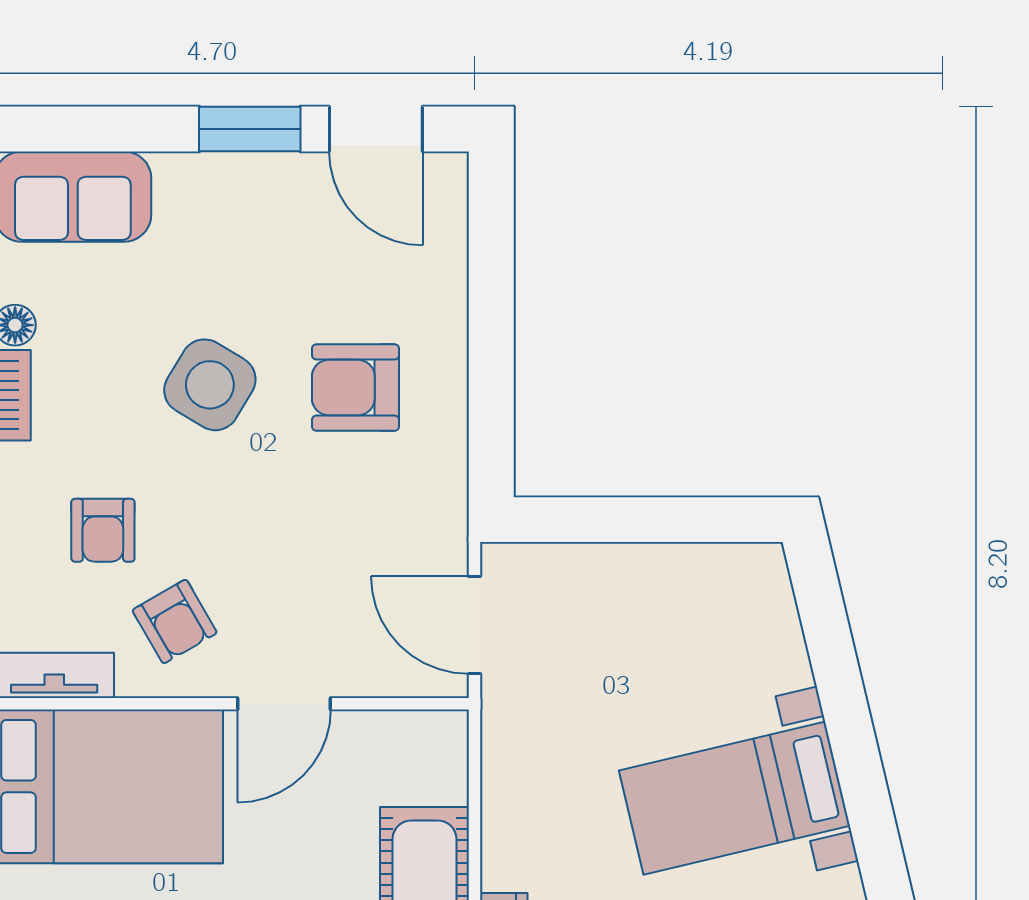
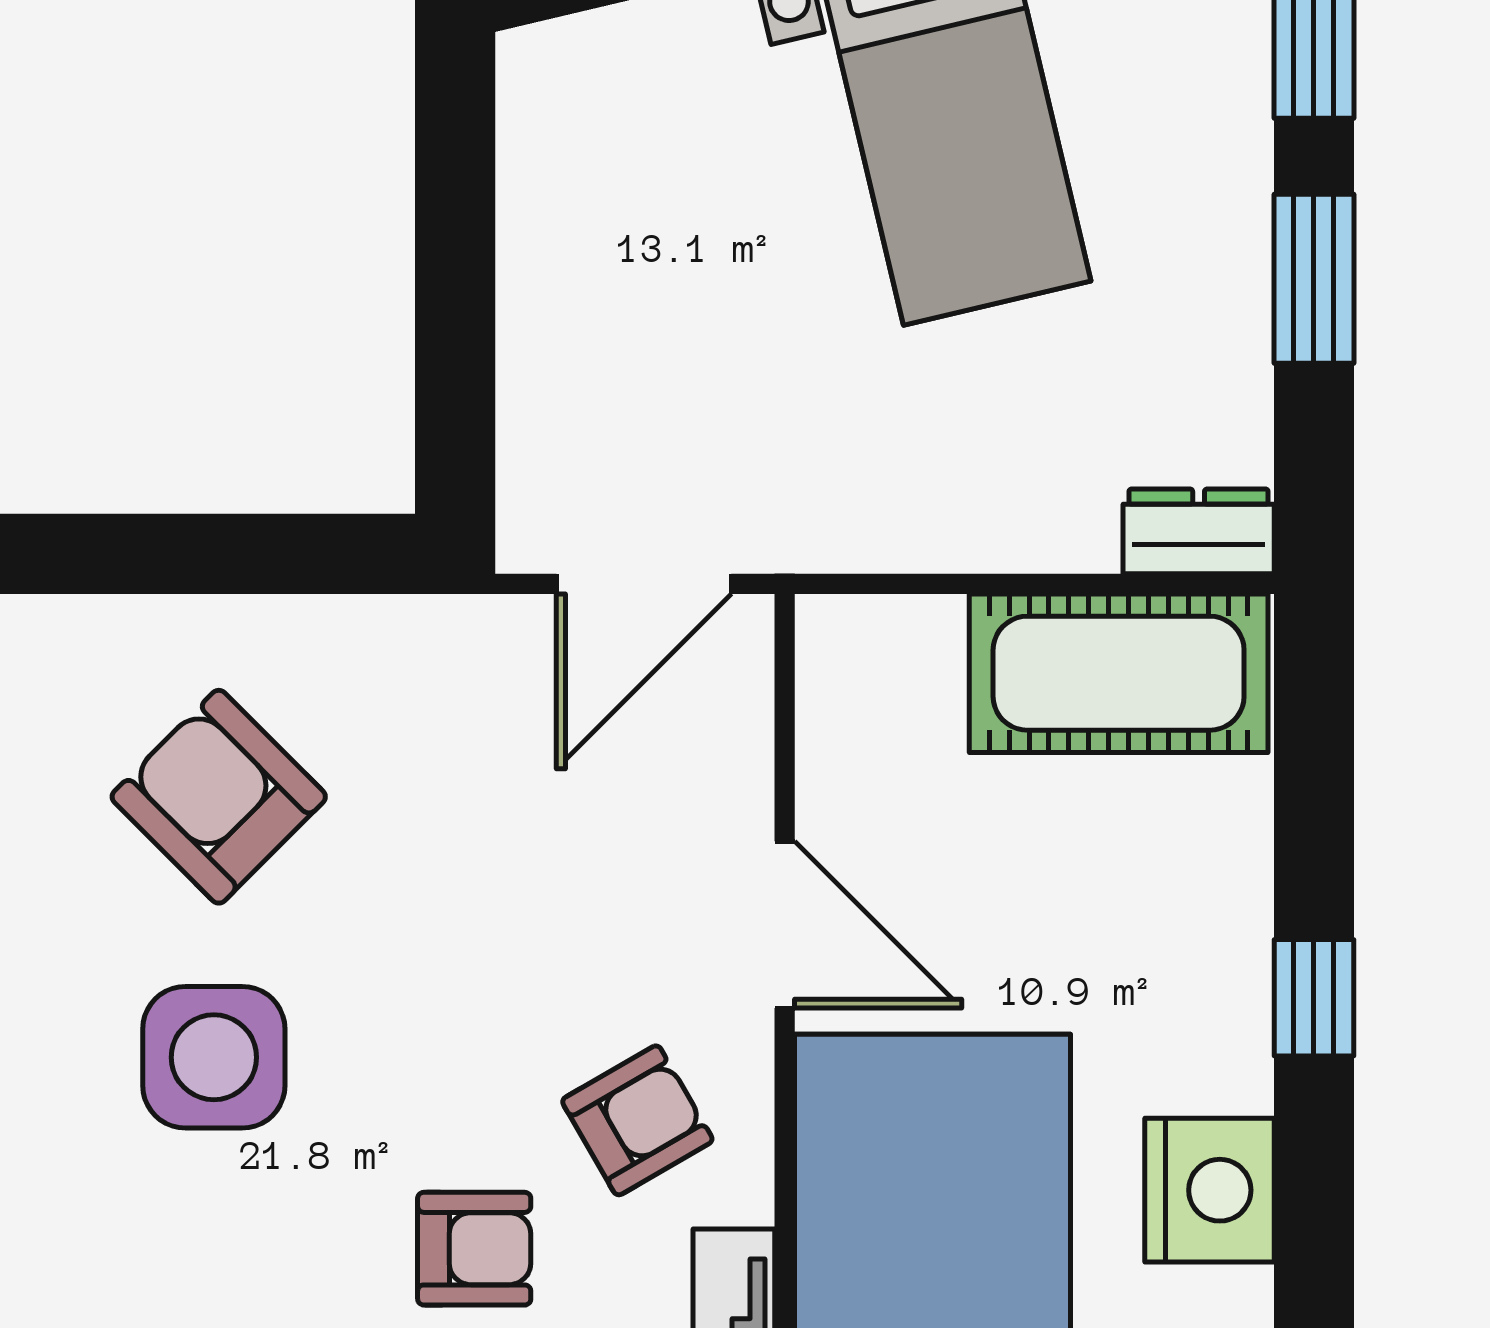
side table: (210, 385) -> (214, 1057), turned -31
armchair: (355, 388) -> (219, 797), turned 135

